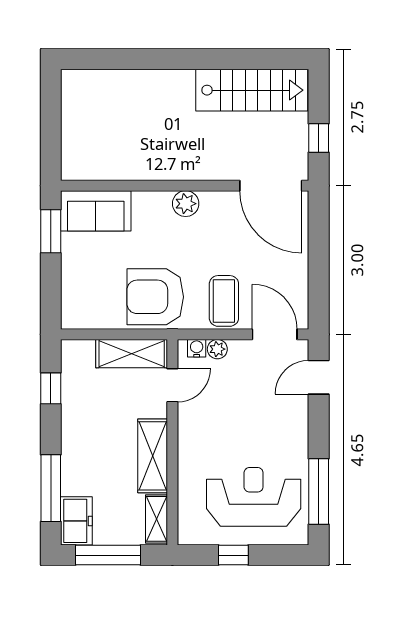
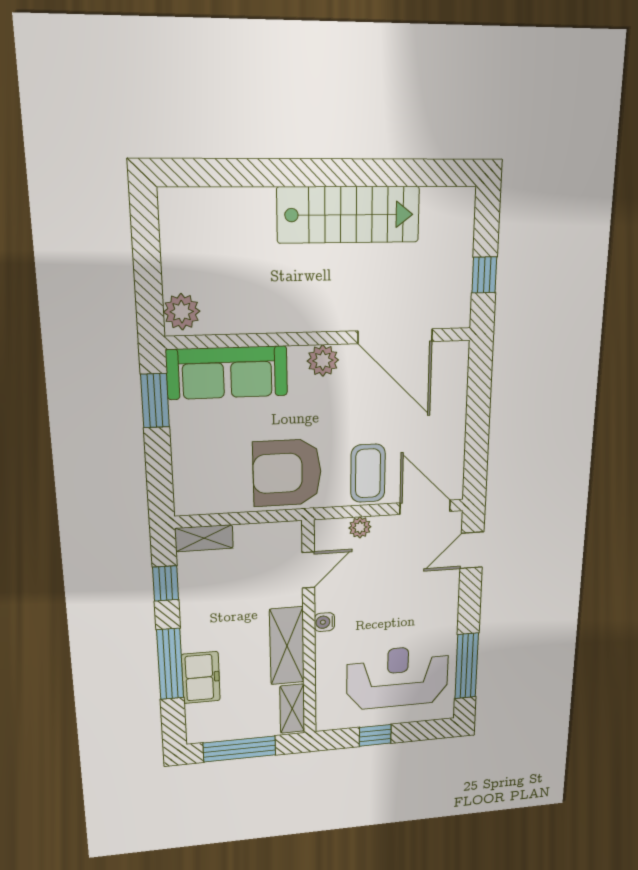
stairs: (252, 90) -> (349, 215), moved
plant: (75, 162) -> (182, 312), added
door: (271, 186) -> (395, 336), moved
sofa: (96, 211) -> (227, 373), width x1.36
water cooler: (197, 348) -> (324, 622), moved, turned -90
shelving: (132, 354) -> (204, 538), moved, width x0.67, depth x0.75
window: (51, 488) -> (170, 664), moved
freezer: (76, 521) -> (201, 678), moved

